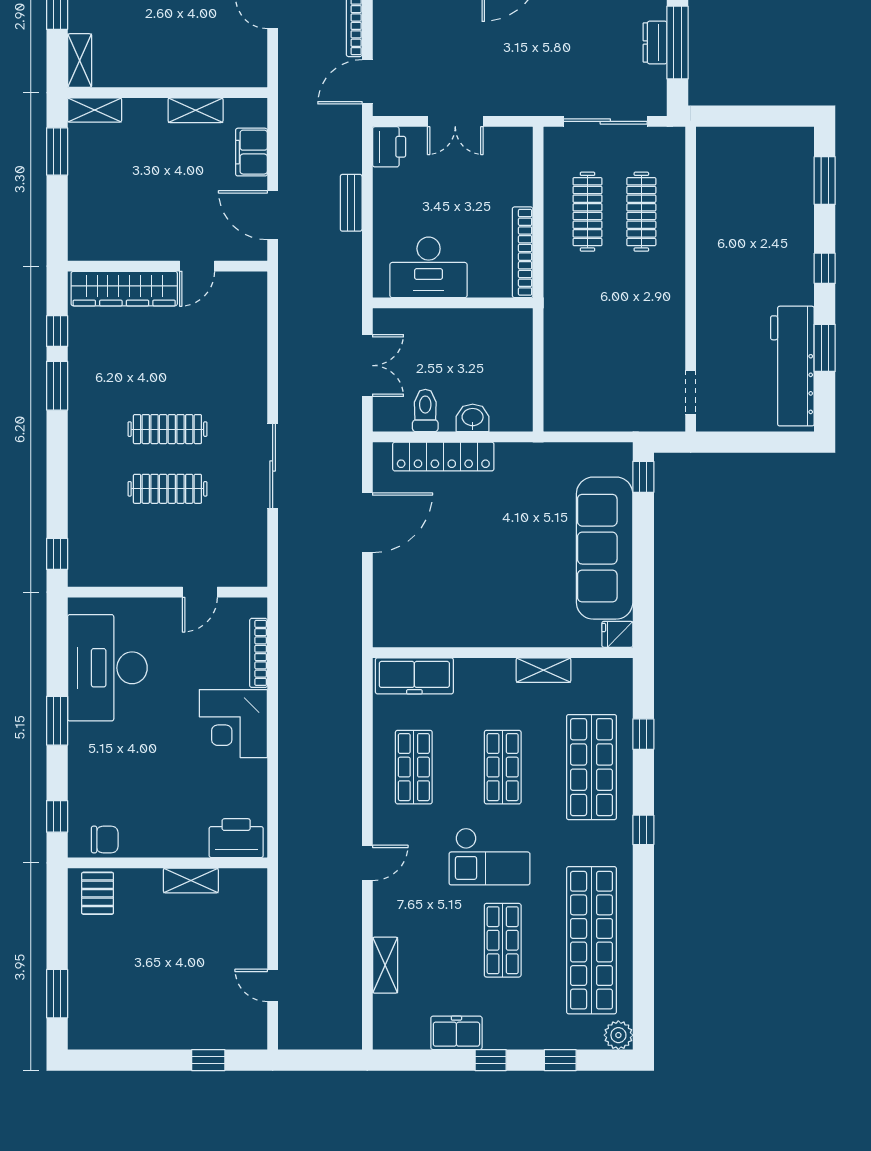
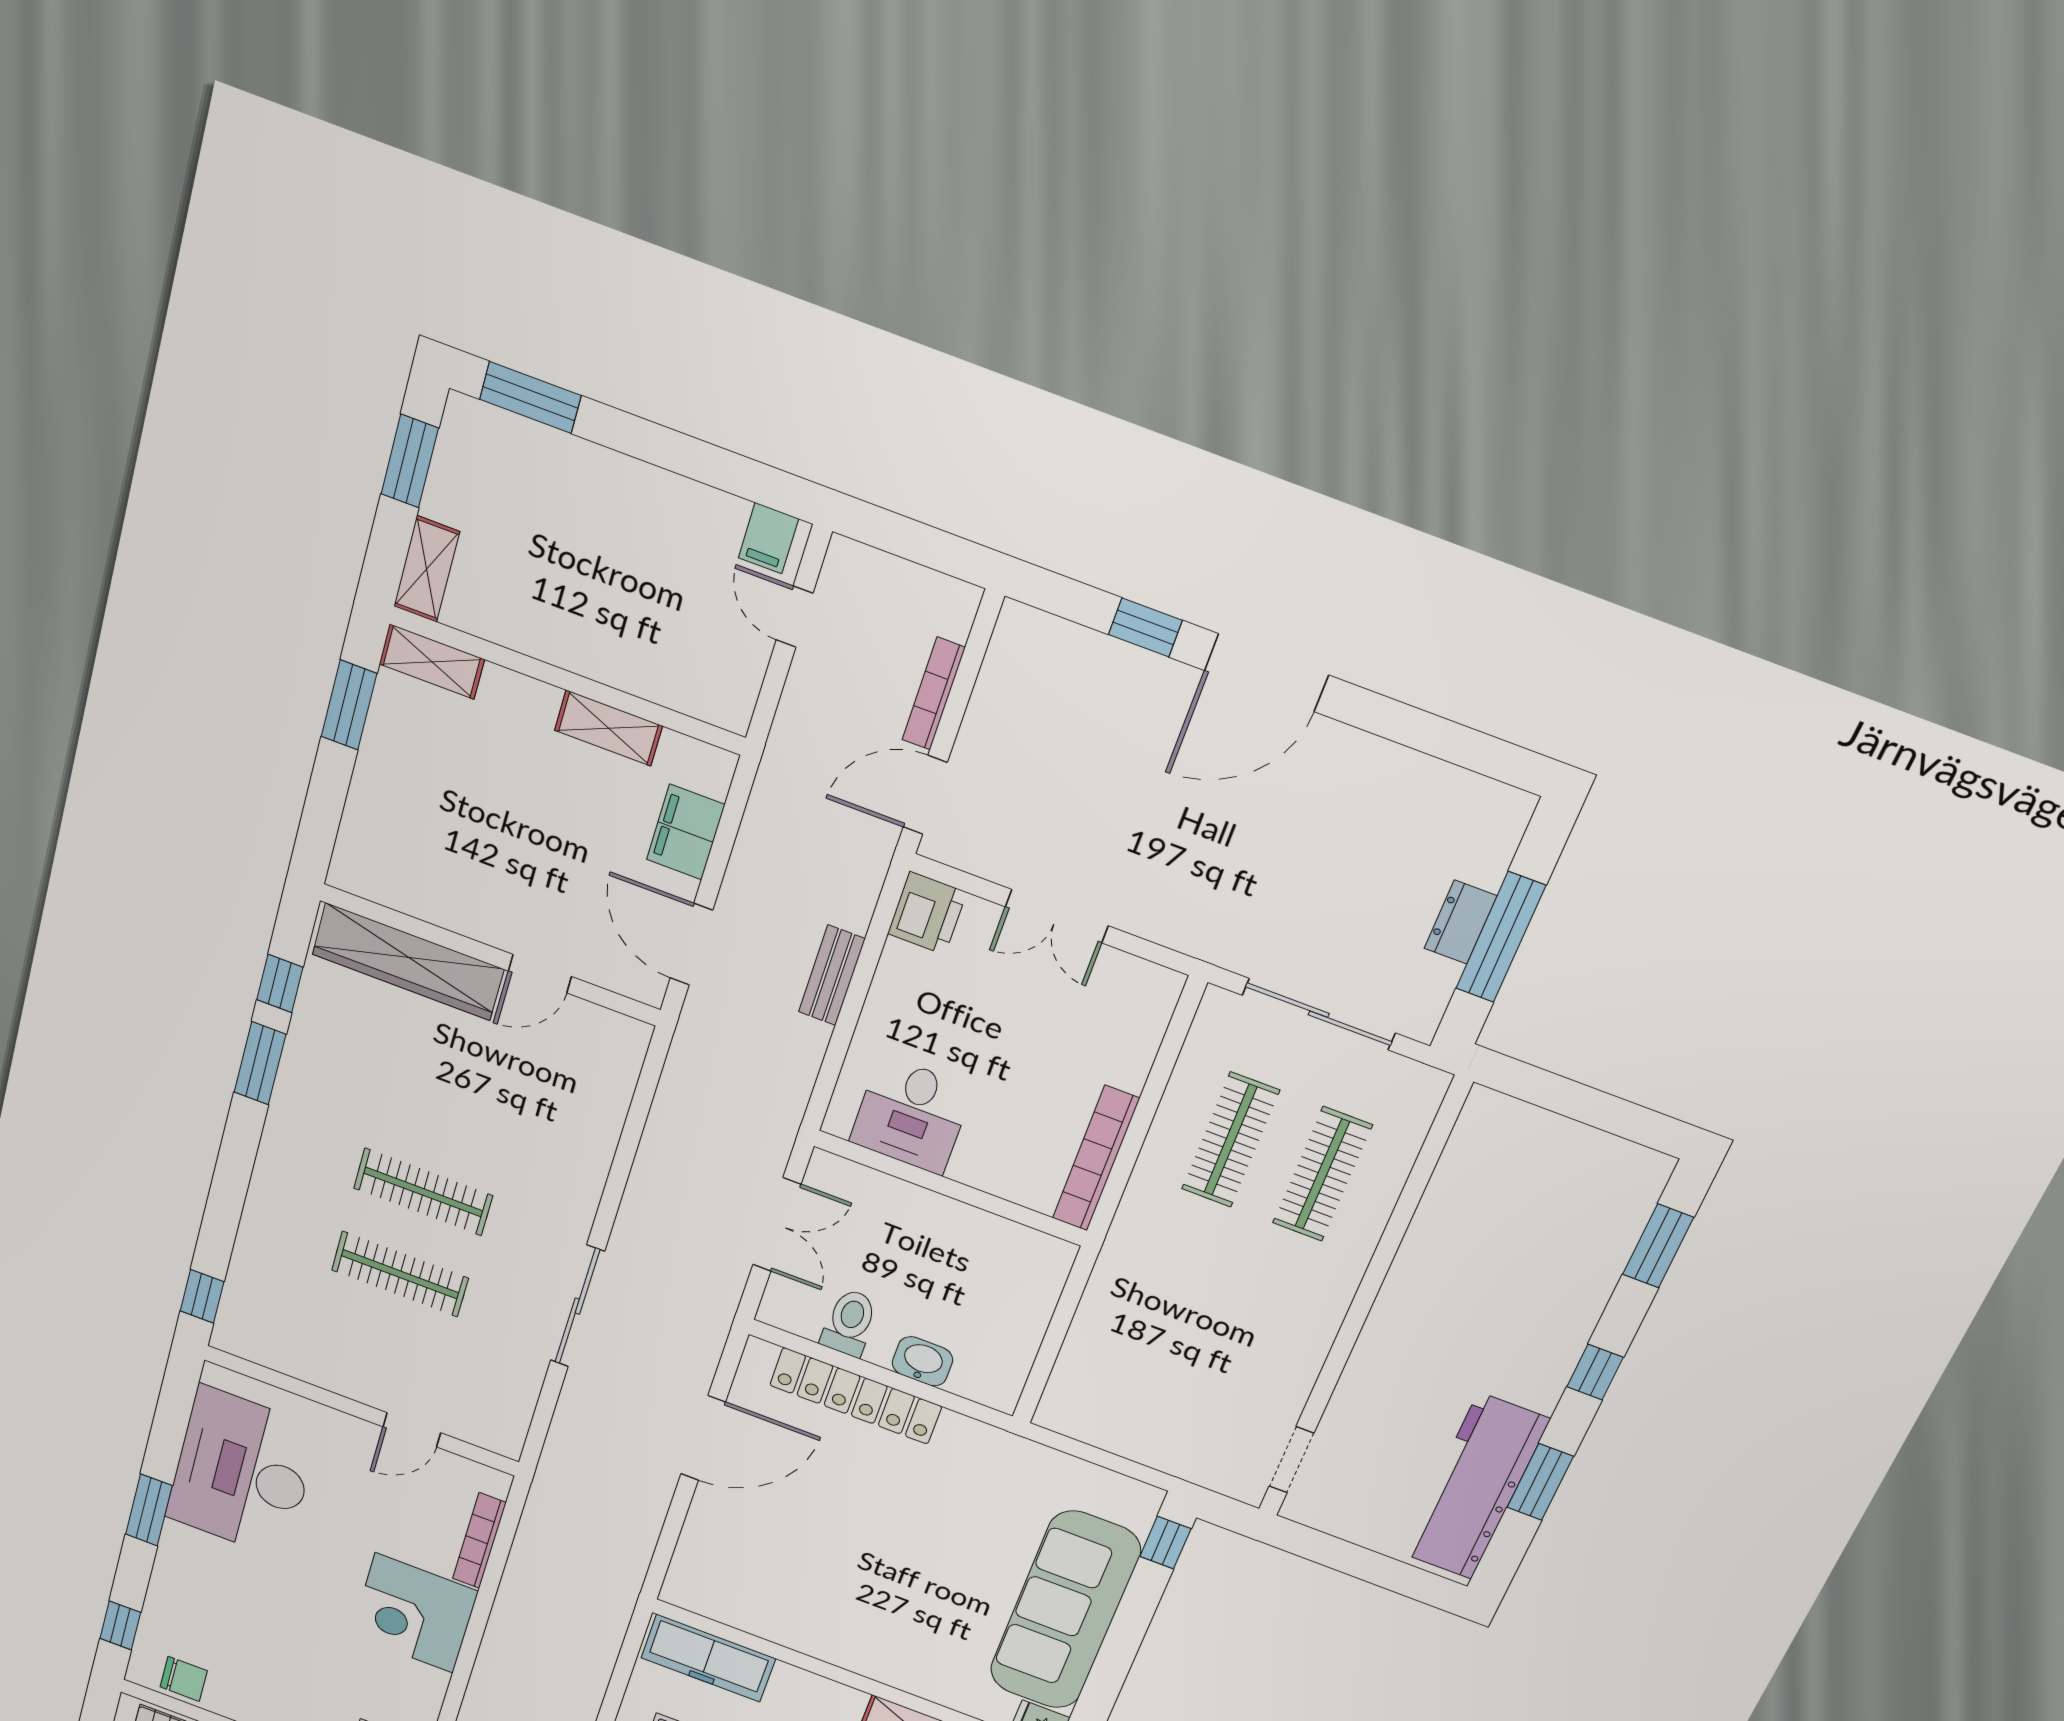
desk: (429, 267) -> (911, 1115), width x0.73

